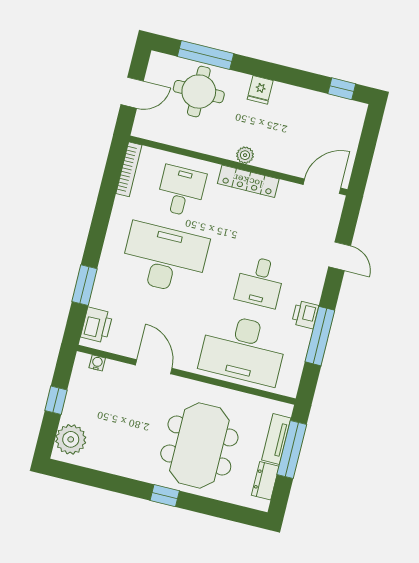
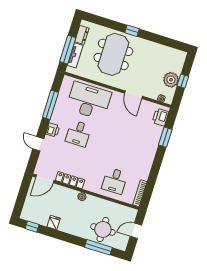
fridge: (260, 90) -> (54, 222), moved
locker: (248, 181) -> (70, 180), moved
desk: (165, 258) -> (125, 148), removed
desk: (260, 282) -> (78, 133), turned 180
printer: (305, 315) -> (53, 130), moved
plant: (71, 439) -> (171, 80), moved

